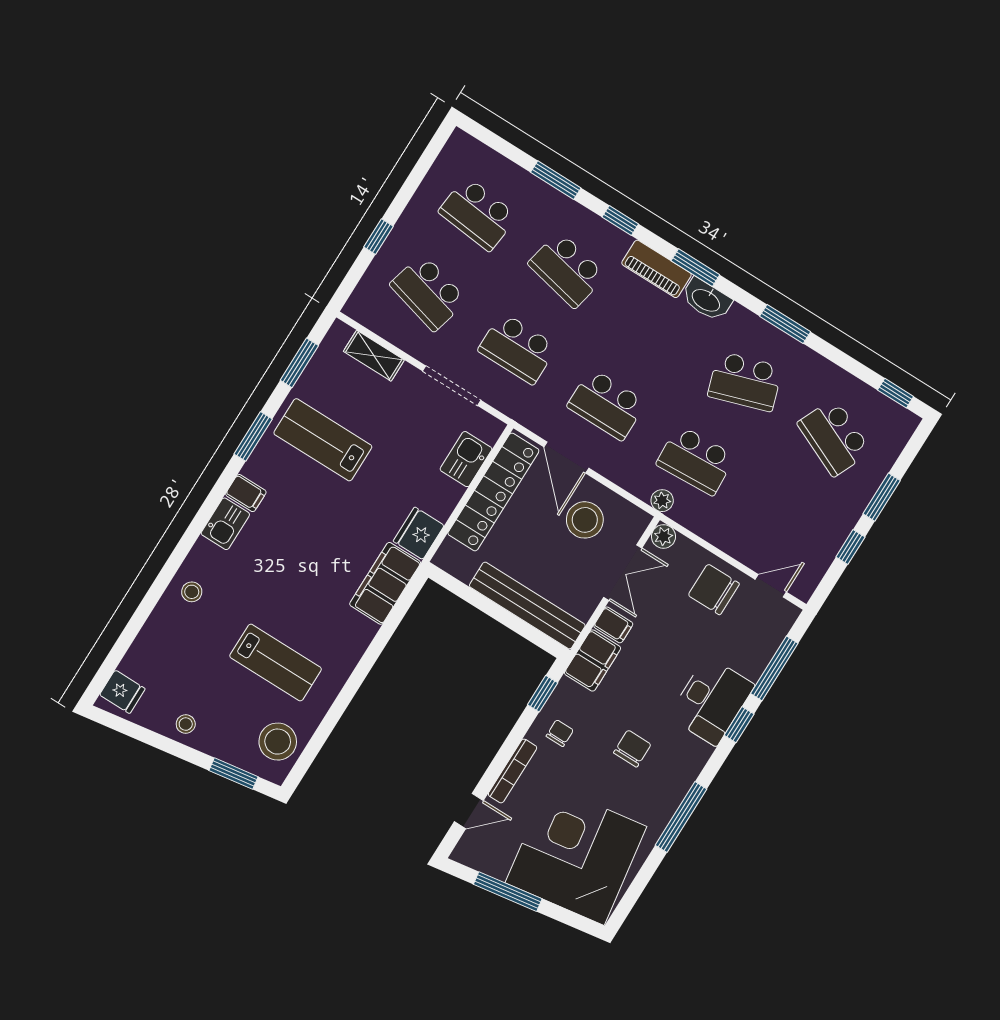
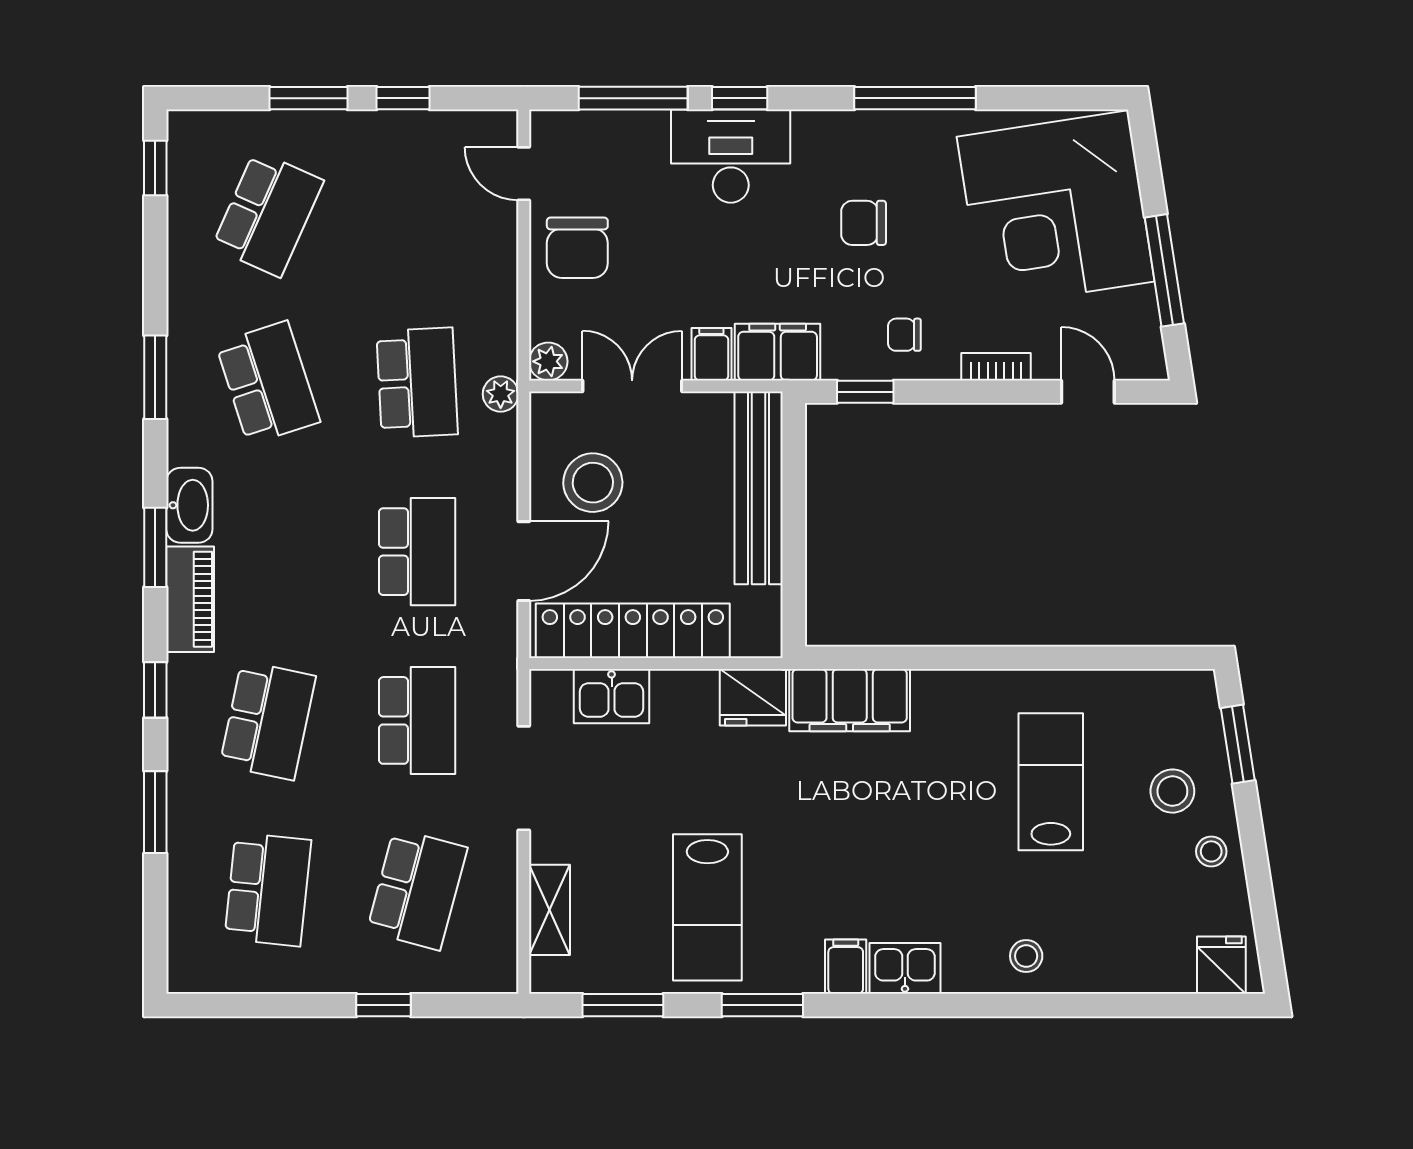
stool: (278, 742) -> (1172, 791), moved, width x0.73, depth x0.73
bookcase: (513, 771) -> (996, 367), width x0.64

